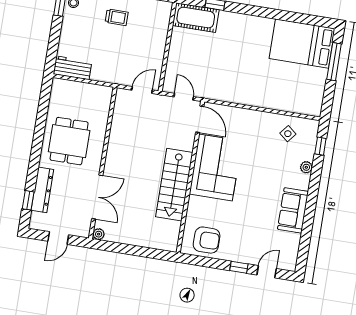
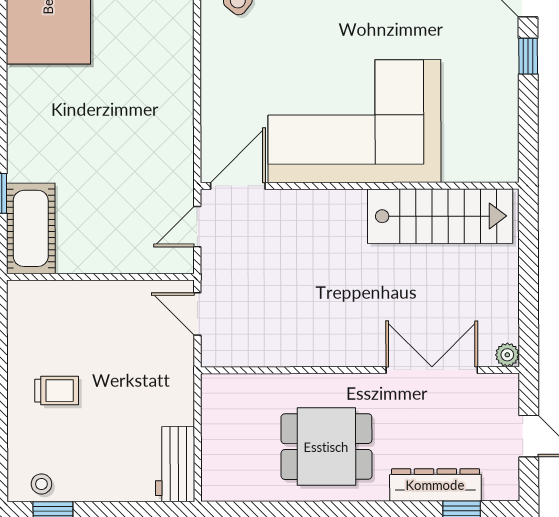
trolley: (117, 17) -> (57, 391), turned 90
corner sofa: (216, 168) -> (354, 121), width x1.36, depth x1.36
stairs: (174, 185) -> (440, 216), moved
armchair: (207, 240) -> (483, 131), removed

